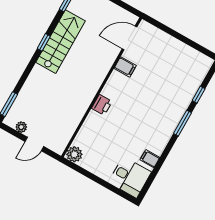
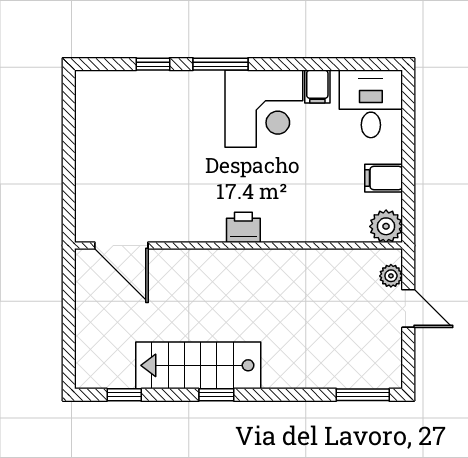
filing cabinet: (125, 67) -> (384, 178), moved, turned -90
printer: (102, 105) -> (243, 227), moved
plant: (21, 127) -> (391, 276), moved
corner desk: (153, 131) -> (264, 109), added

